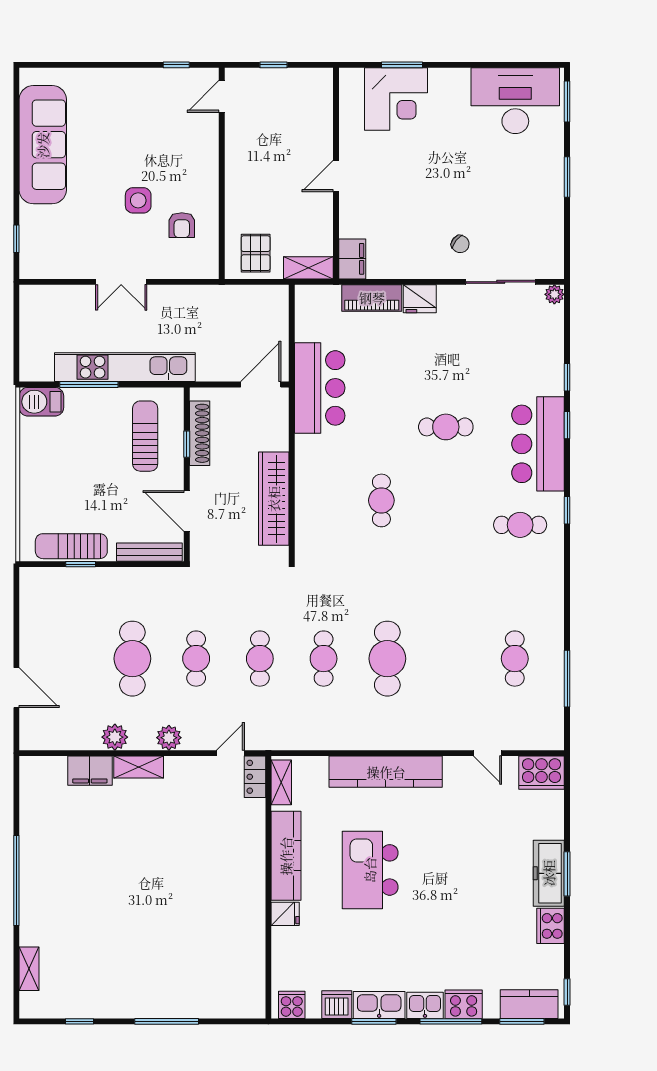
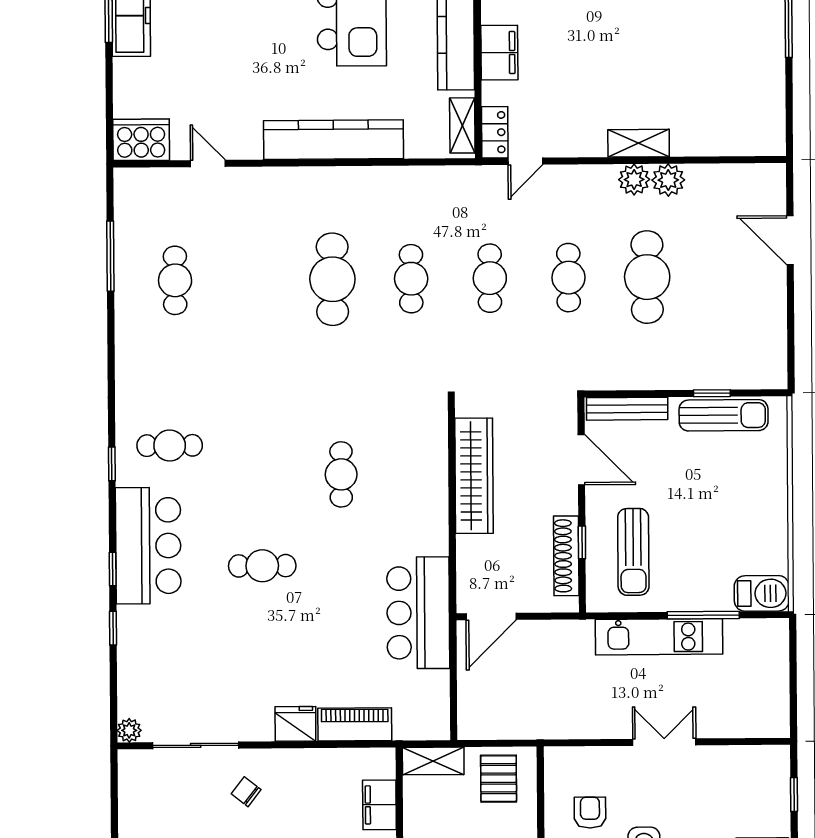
filing cabinet: (352, 259) -> (379, 805), moved
kitchen unit: (125, 367) -> (659, 637), width x0.73
plant: (169, 738) -> (634, 179), moved
filing cabinet: (90, 771) -> (499, 53), moved, turned 90

